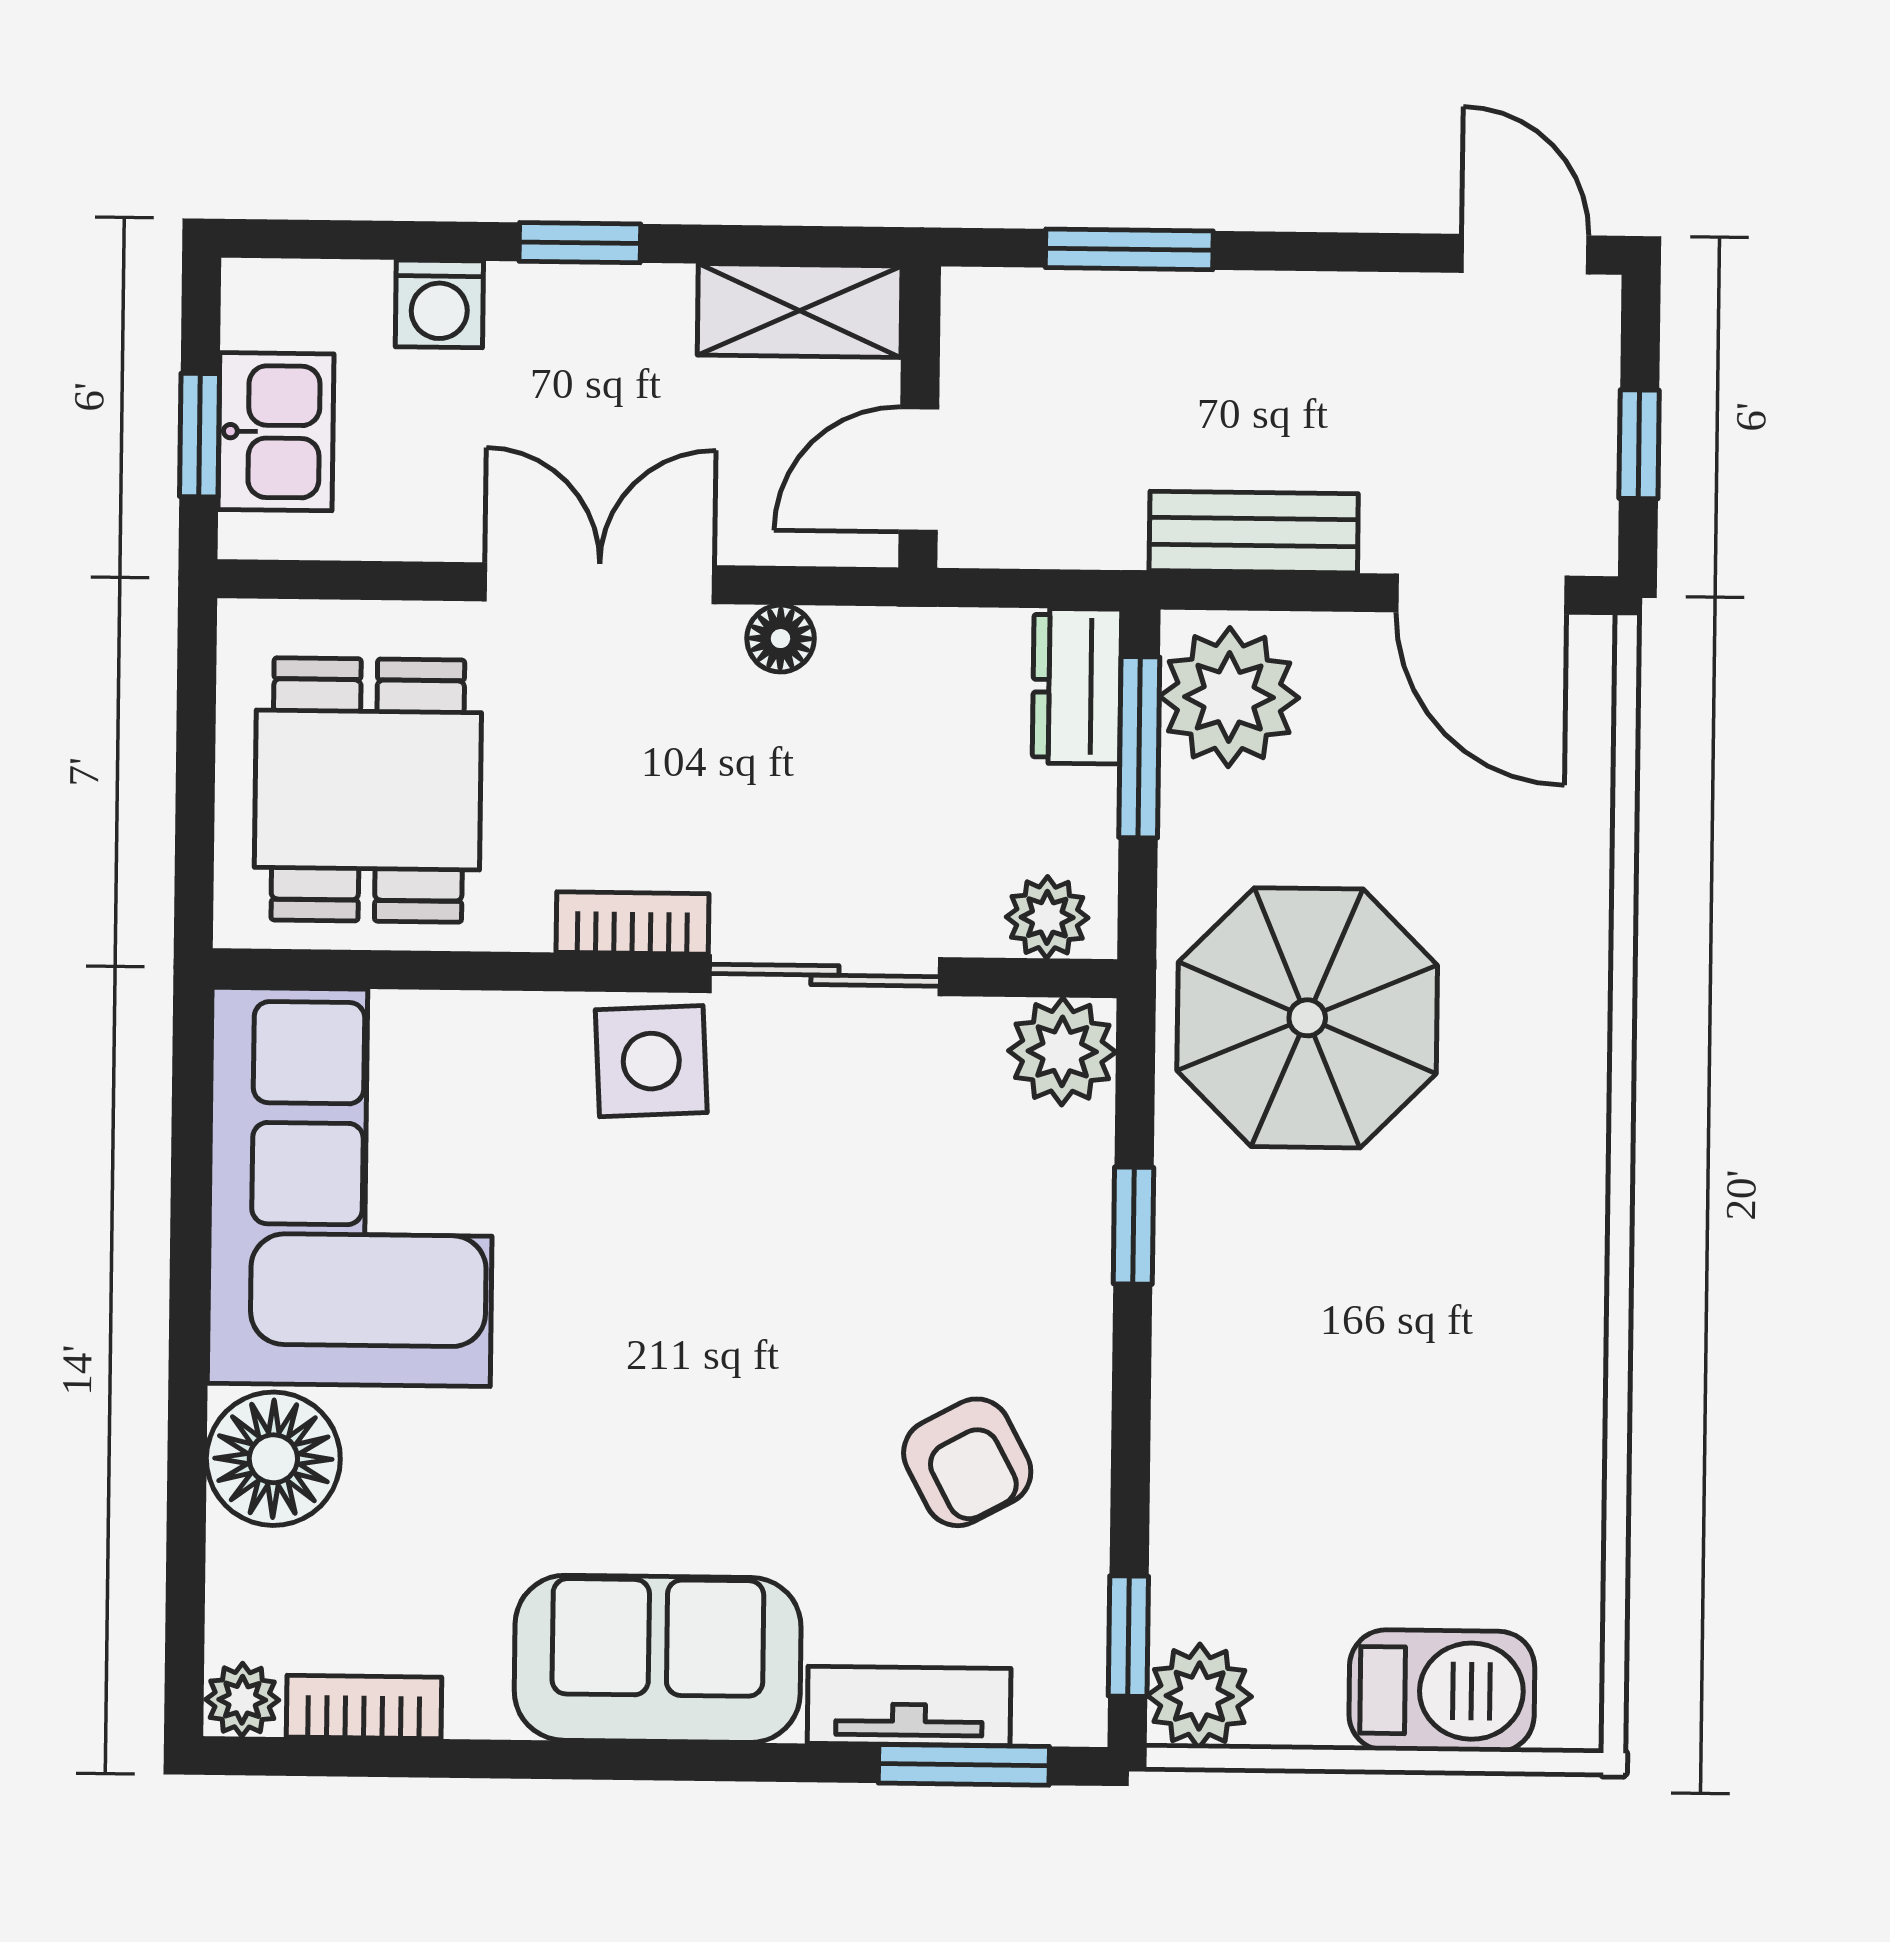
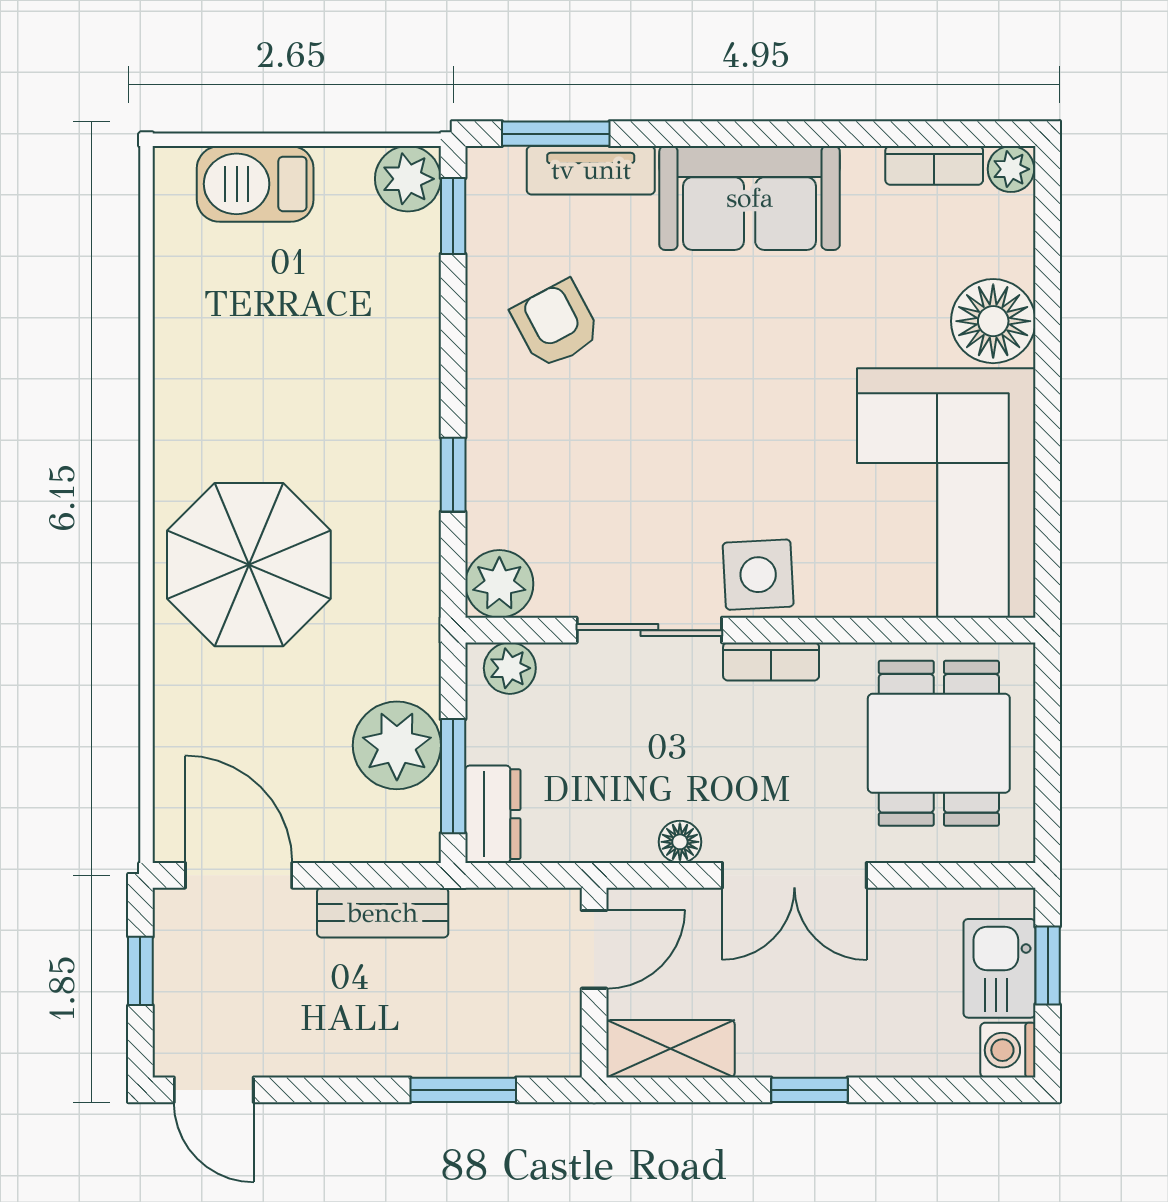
washing machine: (439, 304) -> (1008, 1050), moved, turned -90
plant: (1229, 697) -> (397, 745), moved
parasol: (1307, 1018) -> (249, 565), moved

